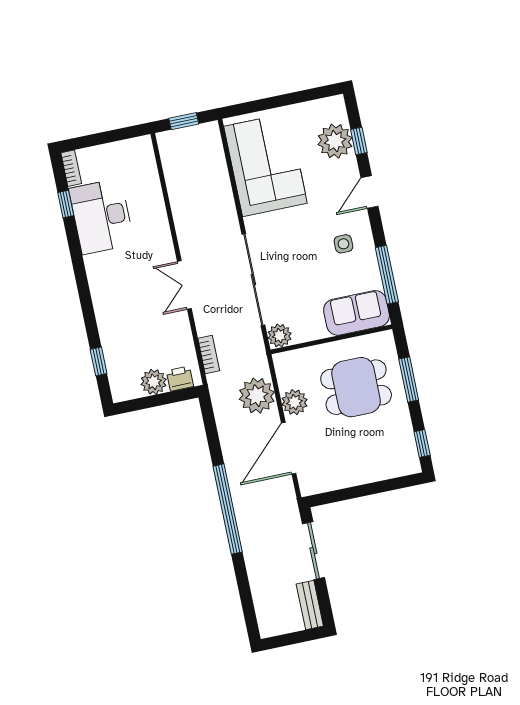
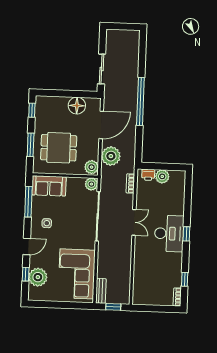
desk: (102, 216) -> (169, 234), moved
window: (99, 361) -> (186, 234), moved
plant: (295, 402) -> (92, 167), moved
floor lamp: (342, 472) -> (77, 106), added
bench: (310, 605) -> (101, 291), moved

